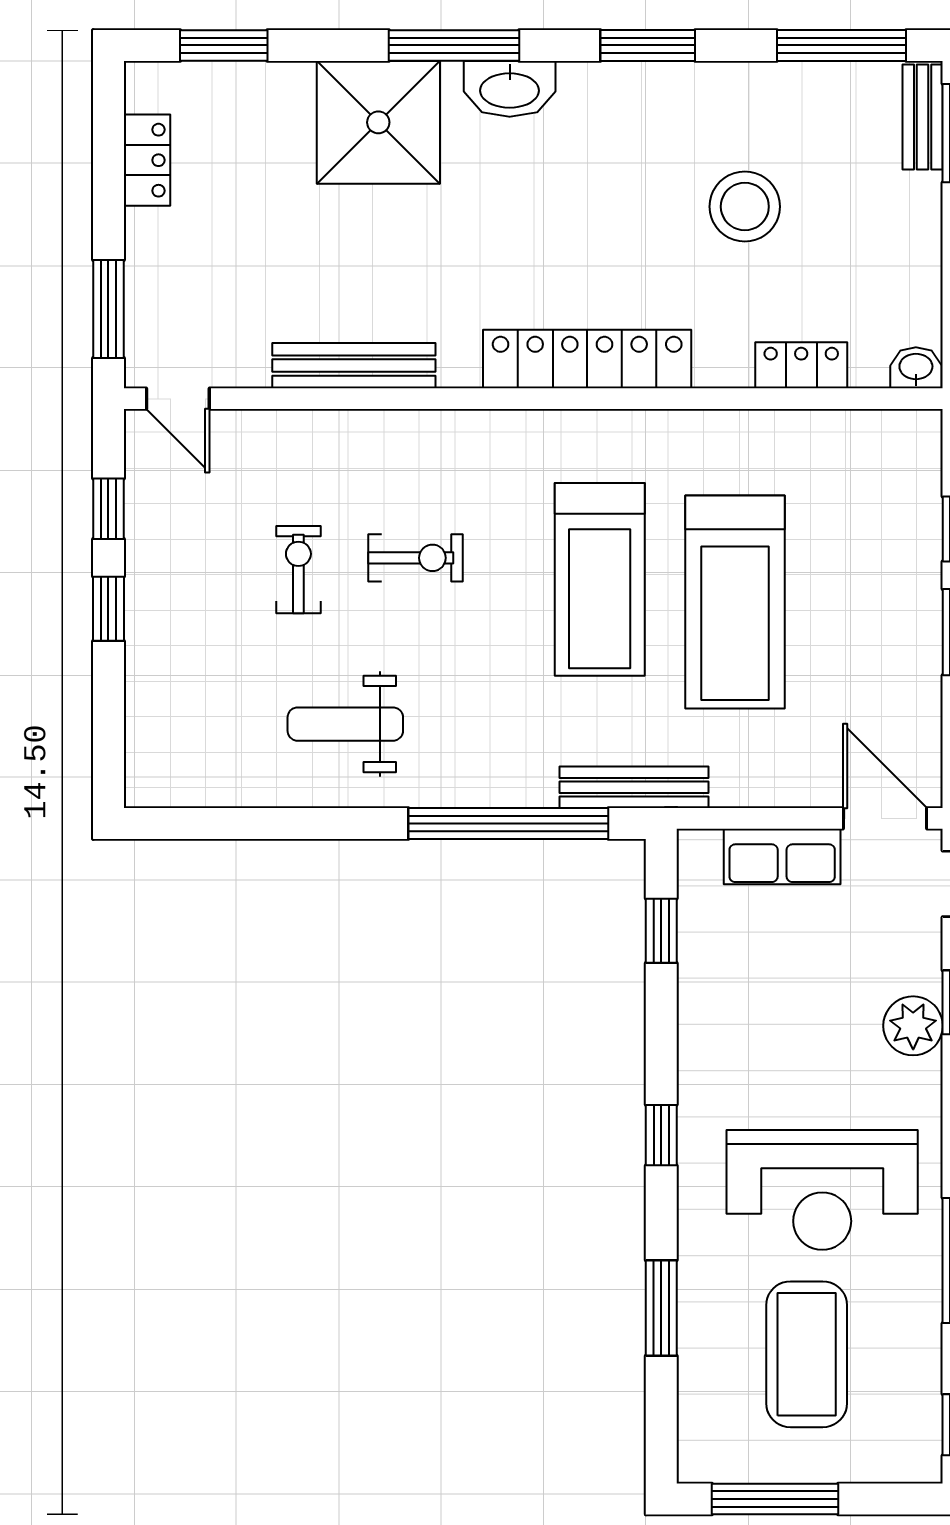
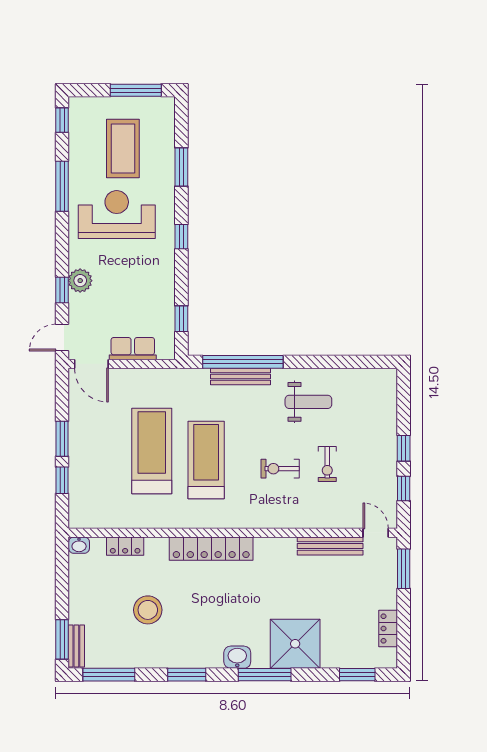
washbasin: (510, 89) -> (237, 657), width x0.72
bench: (354, 366) -> (330, 546), moved
bench: (634, 787) -> (241, 376), moved

